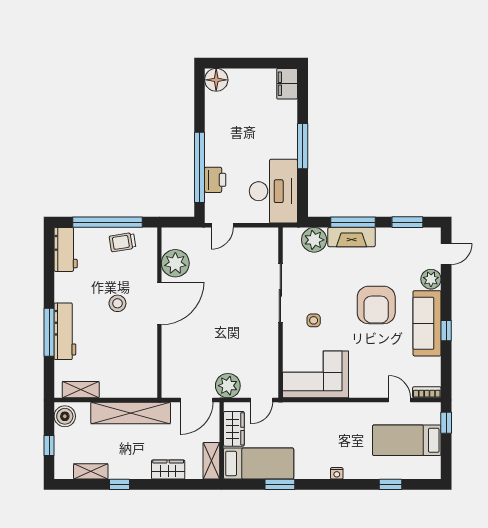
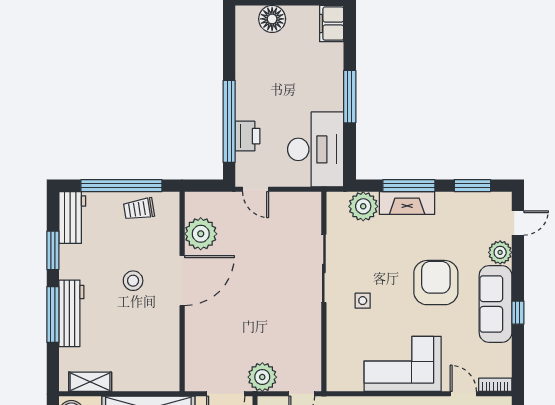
floor lamp: (216, 80) -> (272, 19), moved
door: (222, 225) -> (256, 189), hinge flipped
window: (49, 277) -> (53, 250), added
armchair: (376, 305) -> (436, 283), turned 180
corner sofa: (315, 374) -> (403, 364), moved

